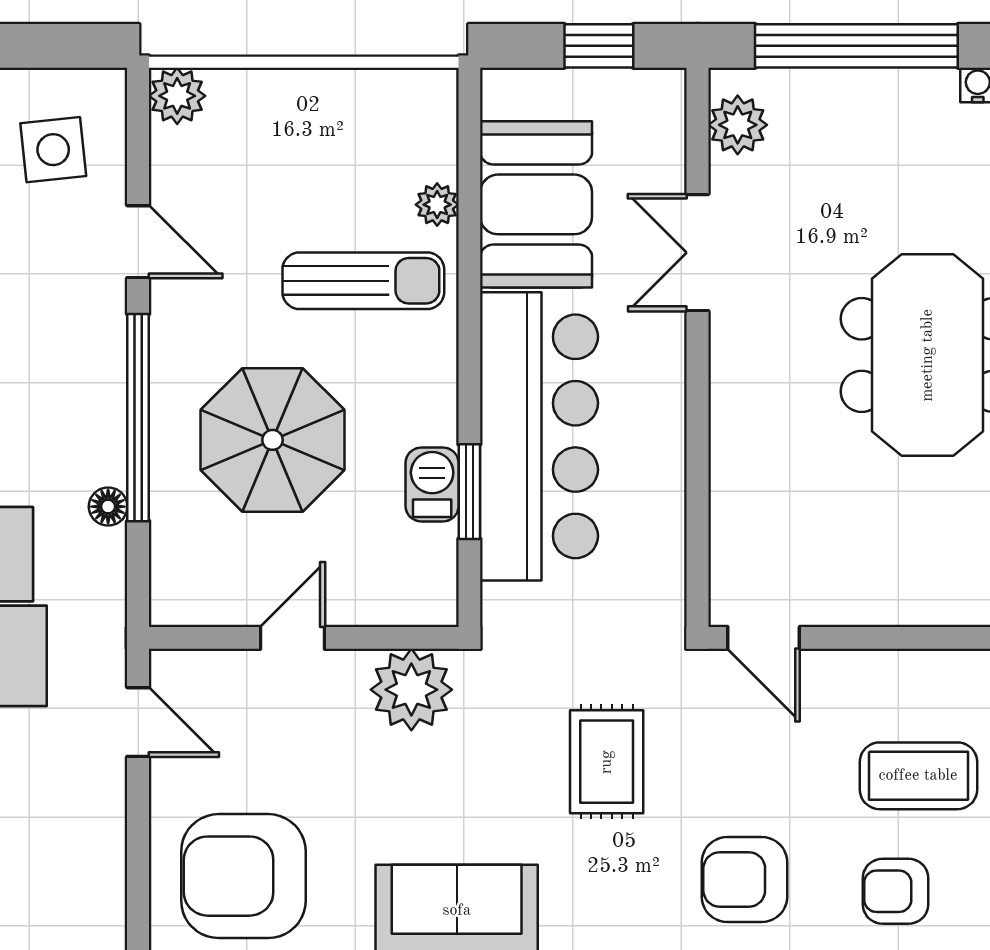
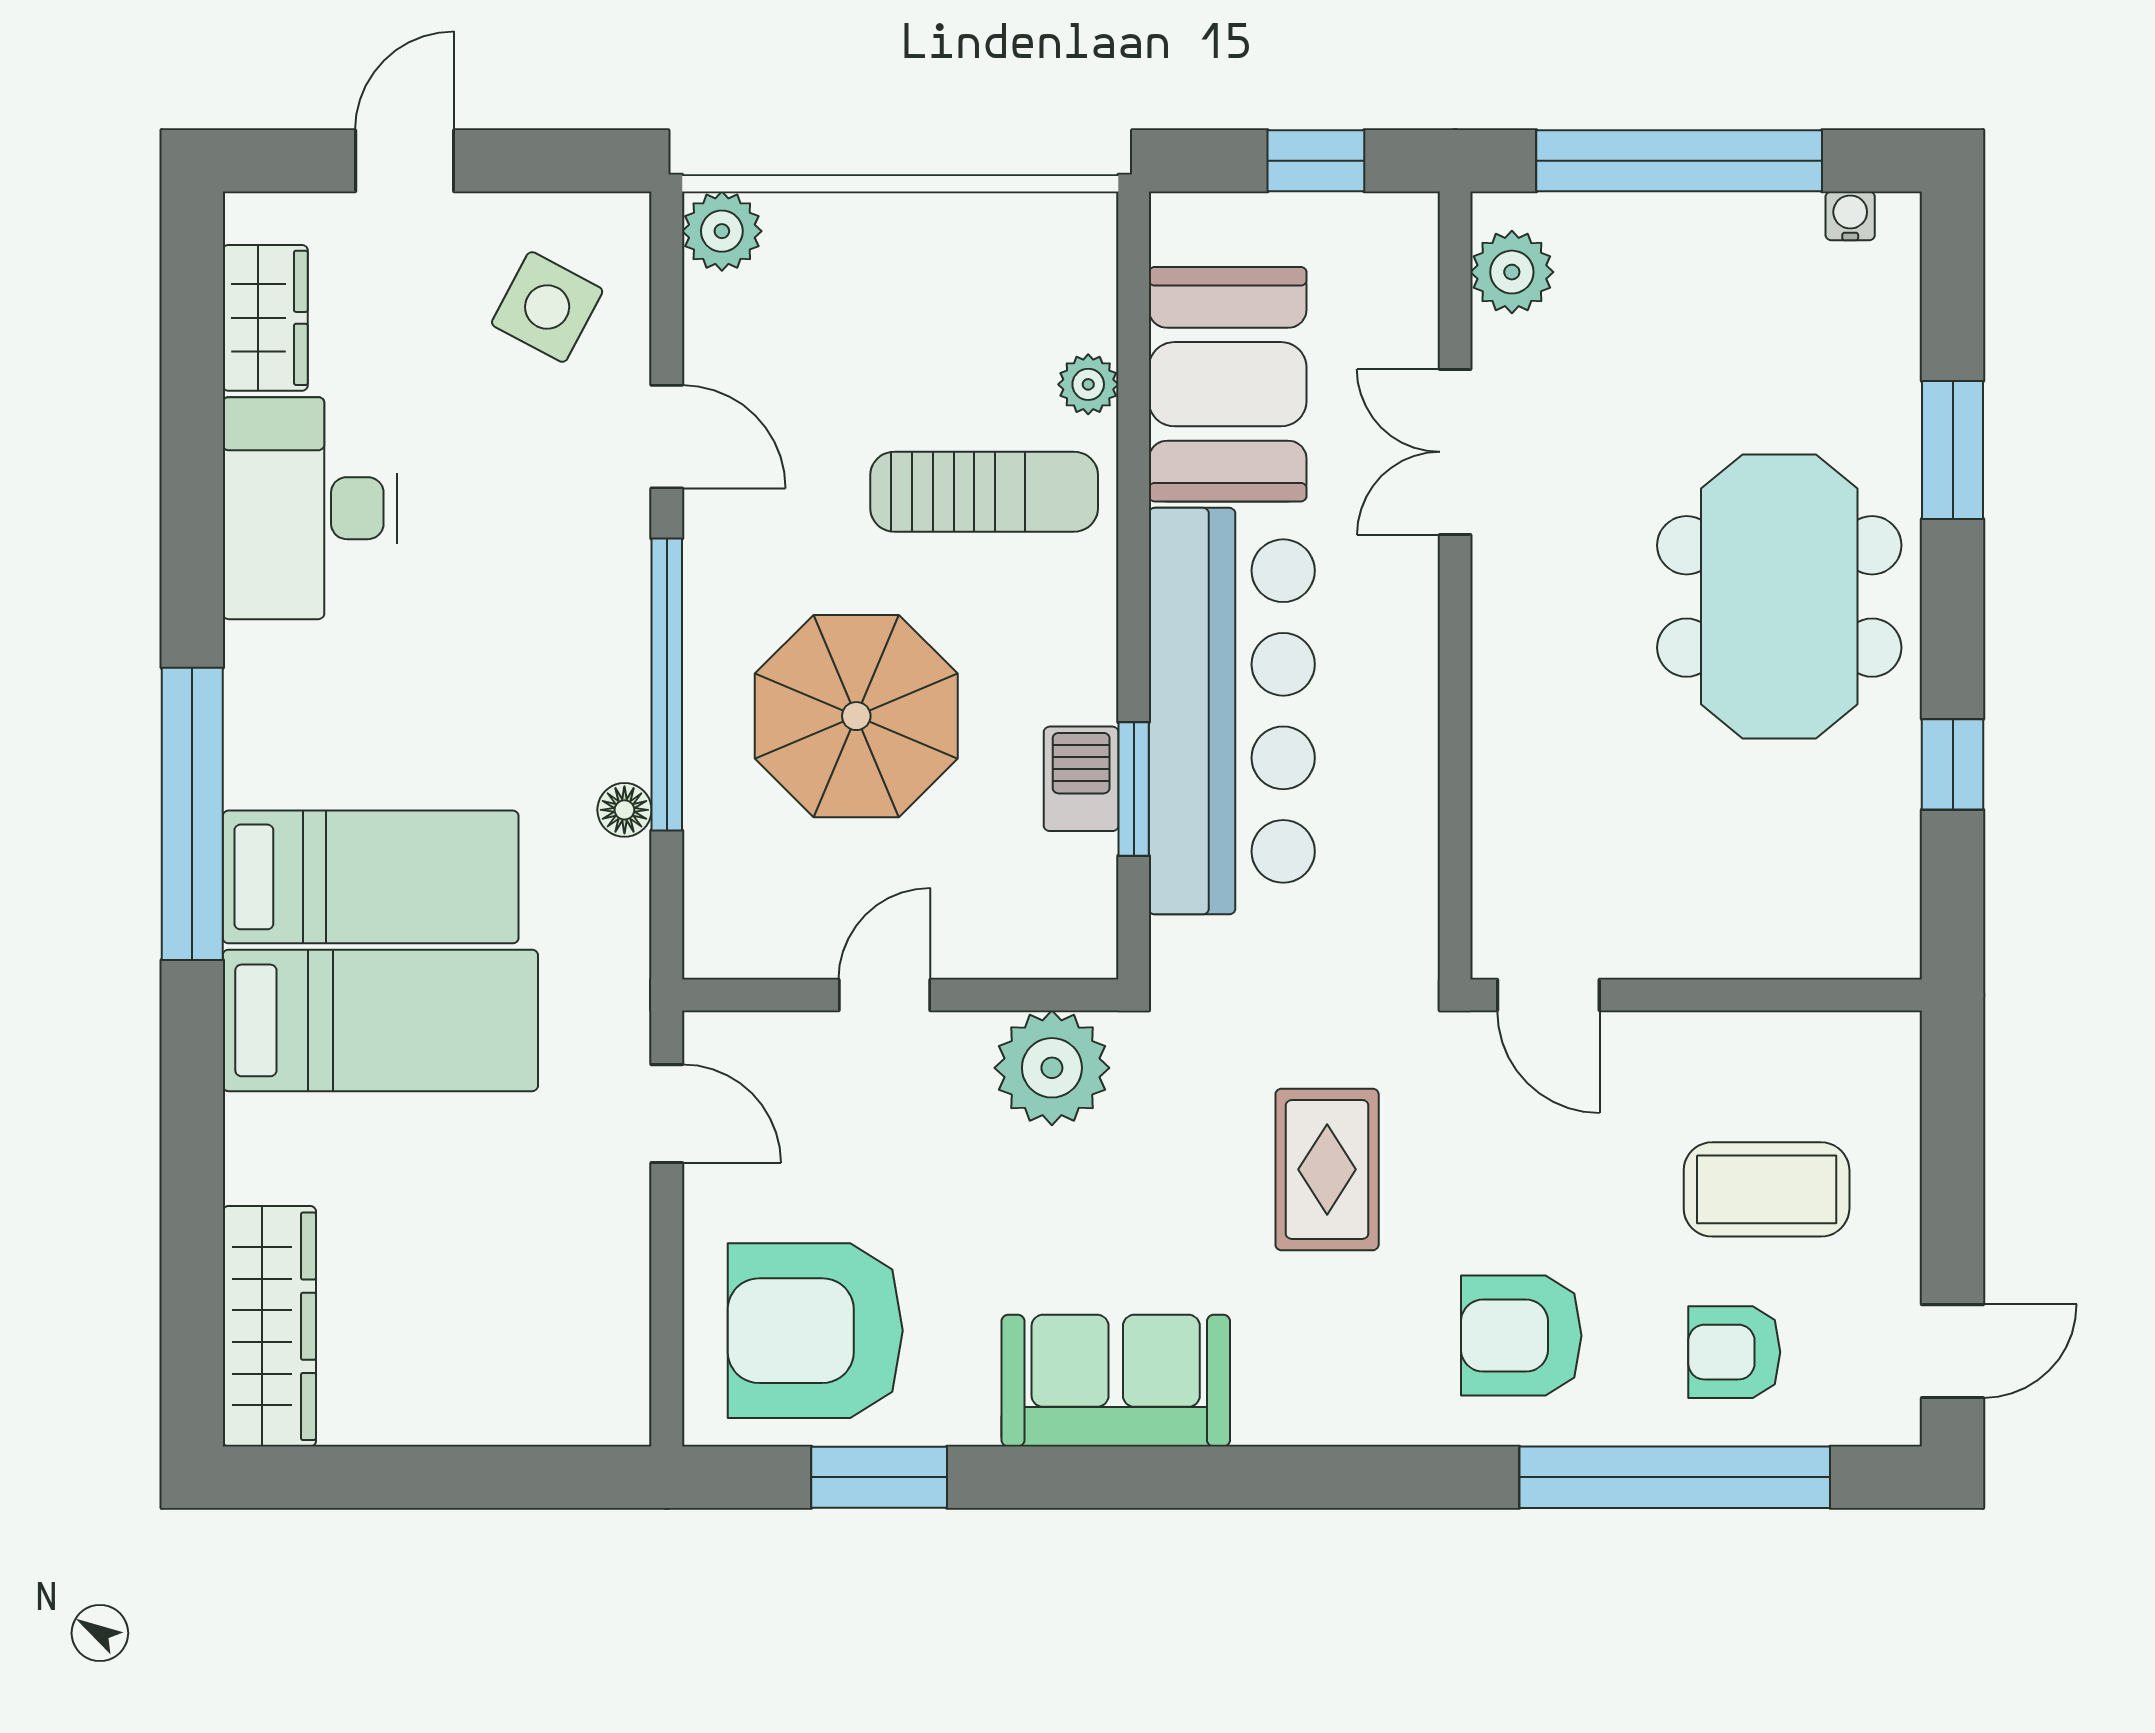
side table: (53, 150) -> (547, 307), turned 34

